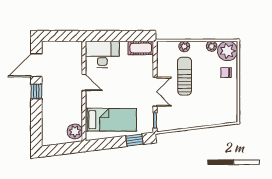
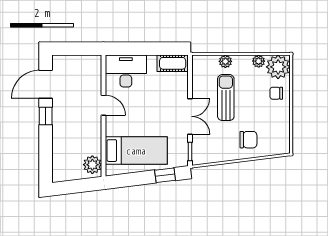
chair: (203, 111) -> (248, 140), added

